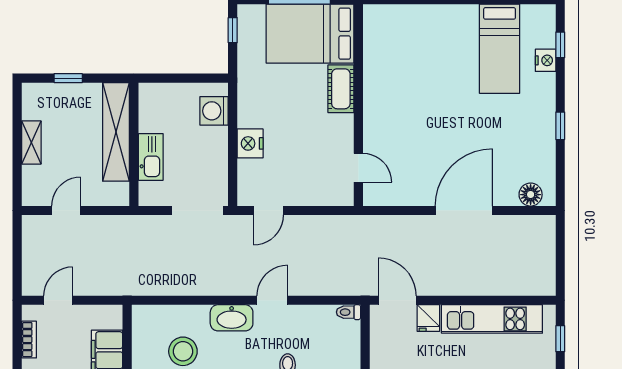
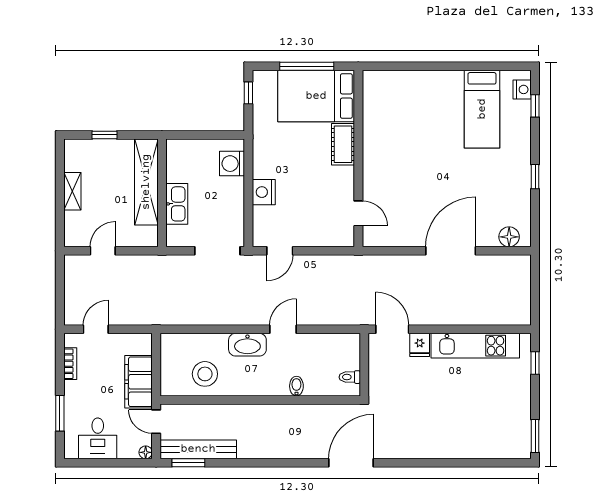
nightstand: (546, 60) -> (522, 89), moved
toilet: (348, 312) -> (350, 377), moved

